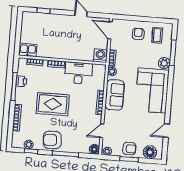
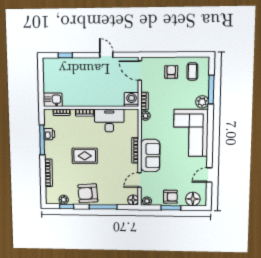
sofa: (115, 95) -> (150, 156), moved
rug: (53, 104) -> (85, 156), width x0.73, depth x0.70

